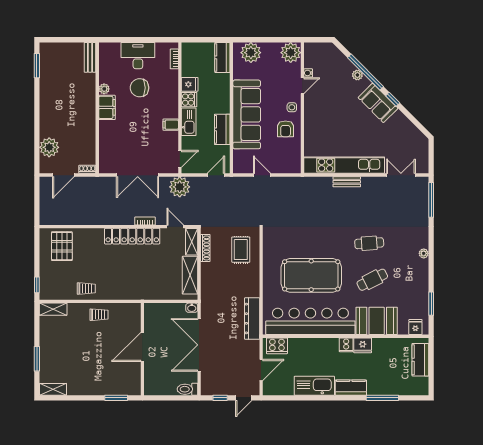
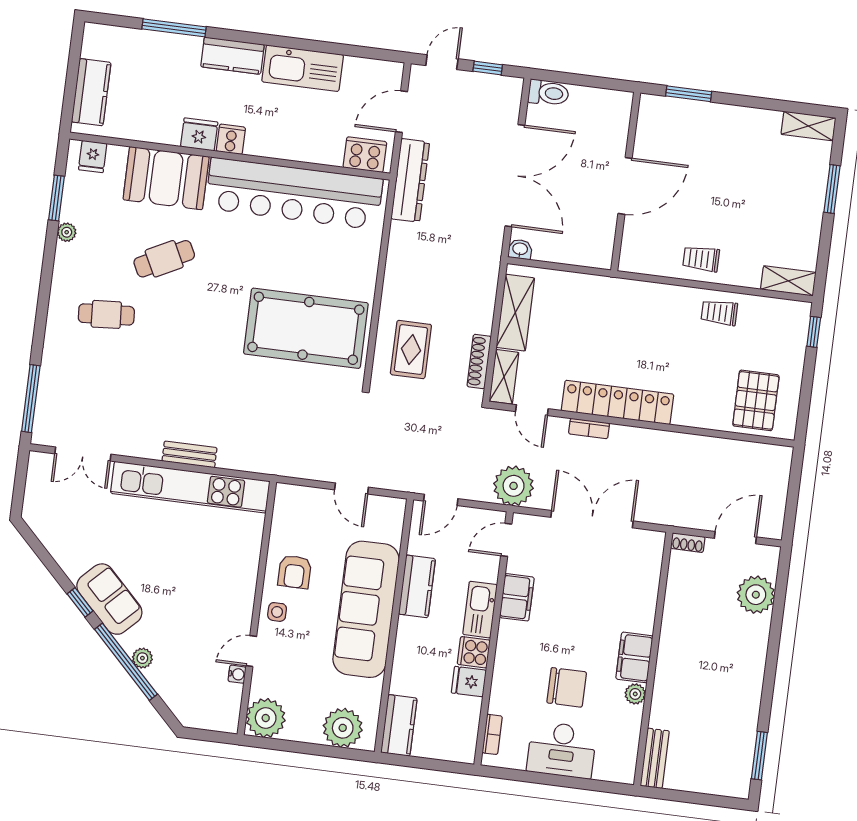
filing cabinet: (171, 125) -> (517, 597), width x2.00
armchair: (286, 129) -> (295, 572), turned 180
cafe table: (369, 243) -> (106, 314), moved
plant: (424, 253) -> (67, 232), moved
pool table: (311, 275) -> (306, 328), moved
dresser: (252, 319) -> (410, 180), moved

